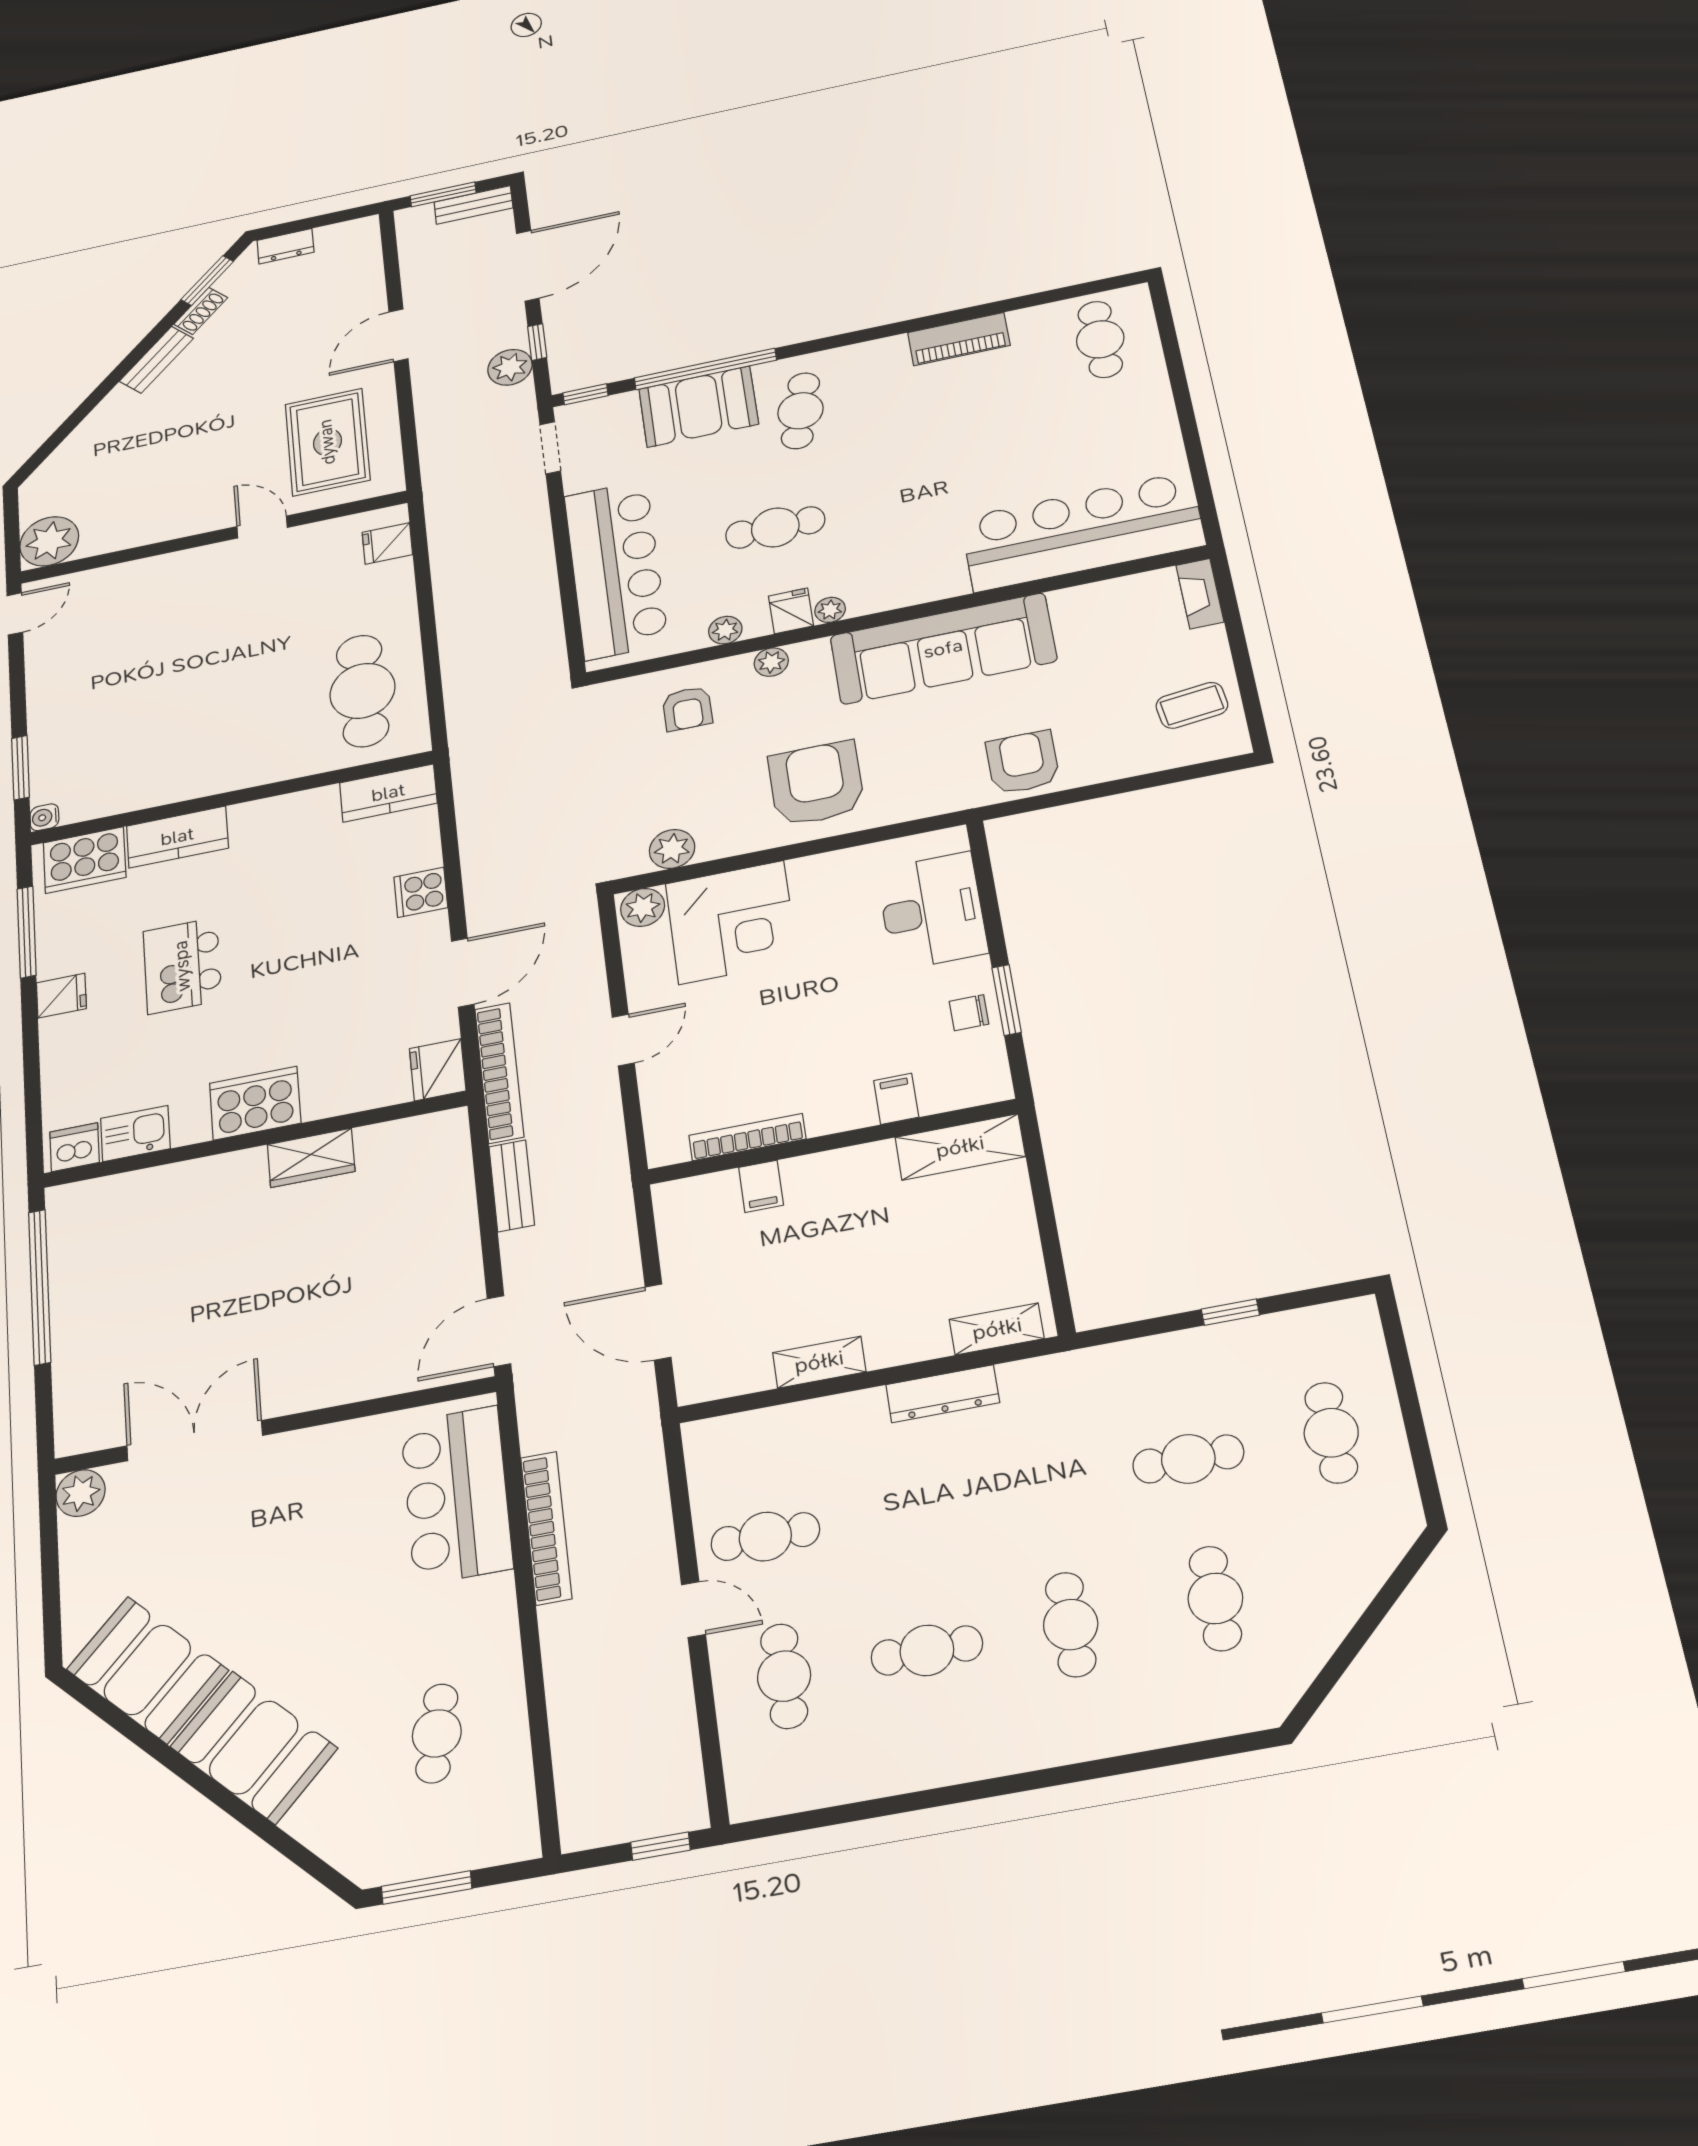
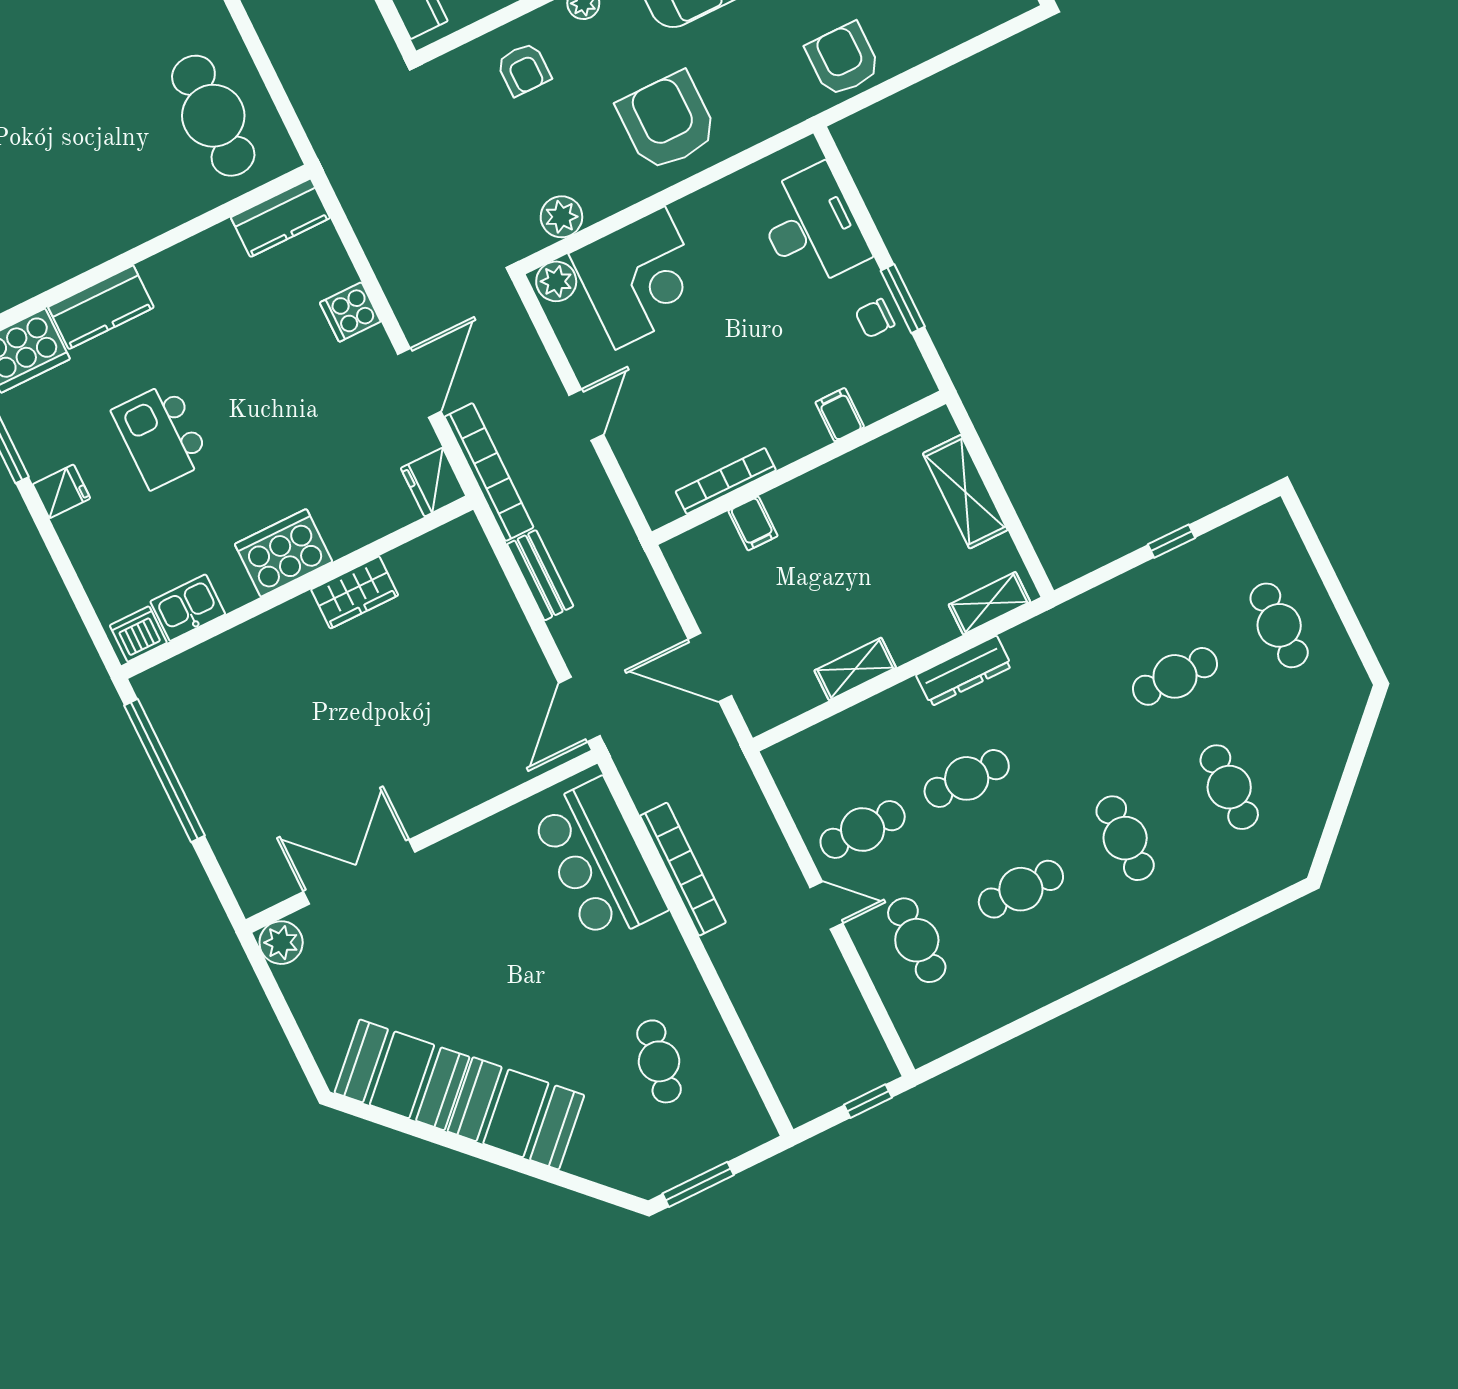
shelving: (960, 1147) -> (965, 492), moved, turned 90
cafe table: (905, 1511) -> (967, 778), added

